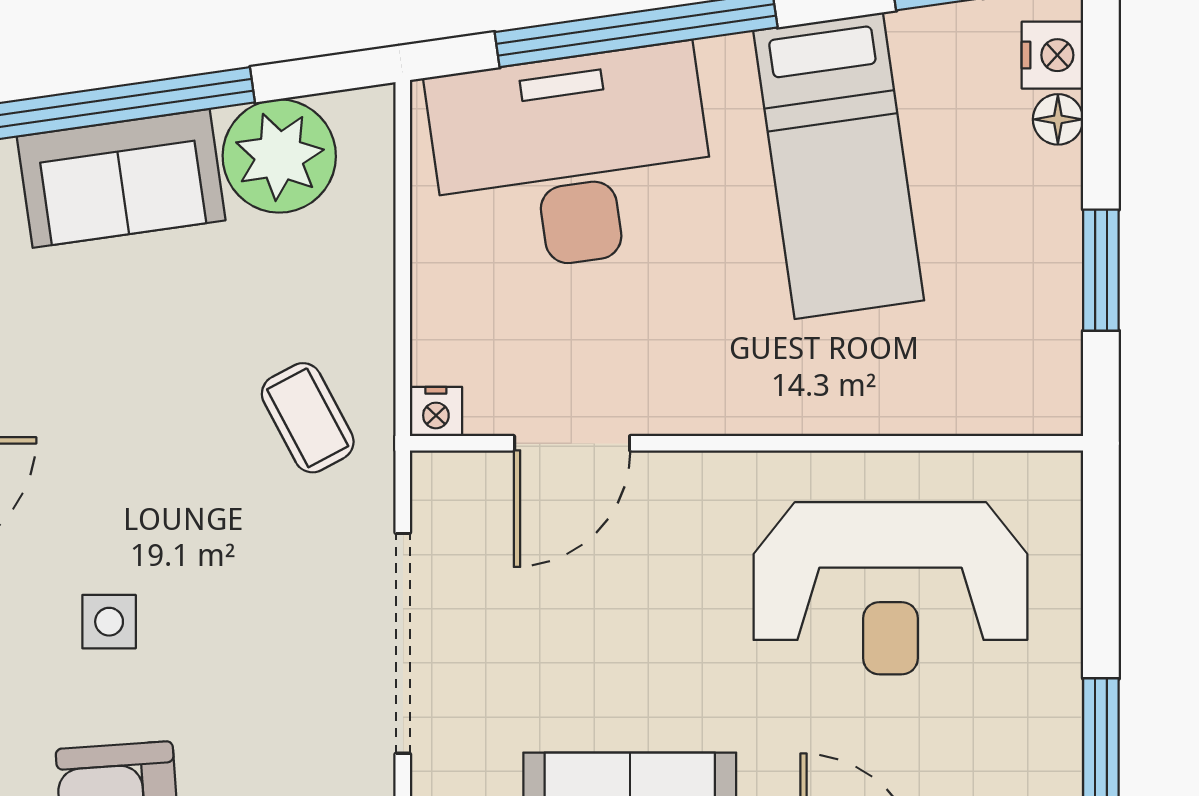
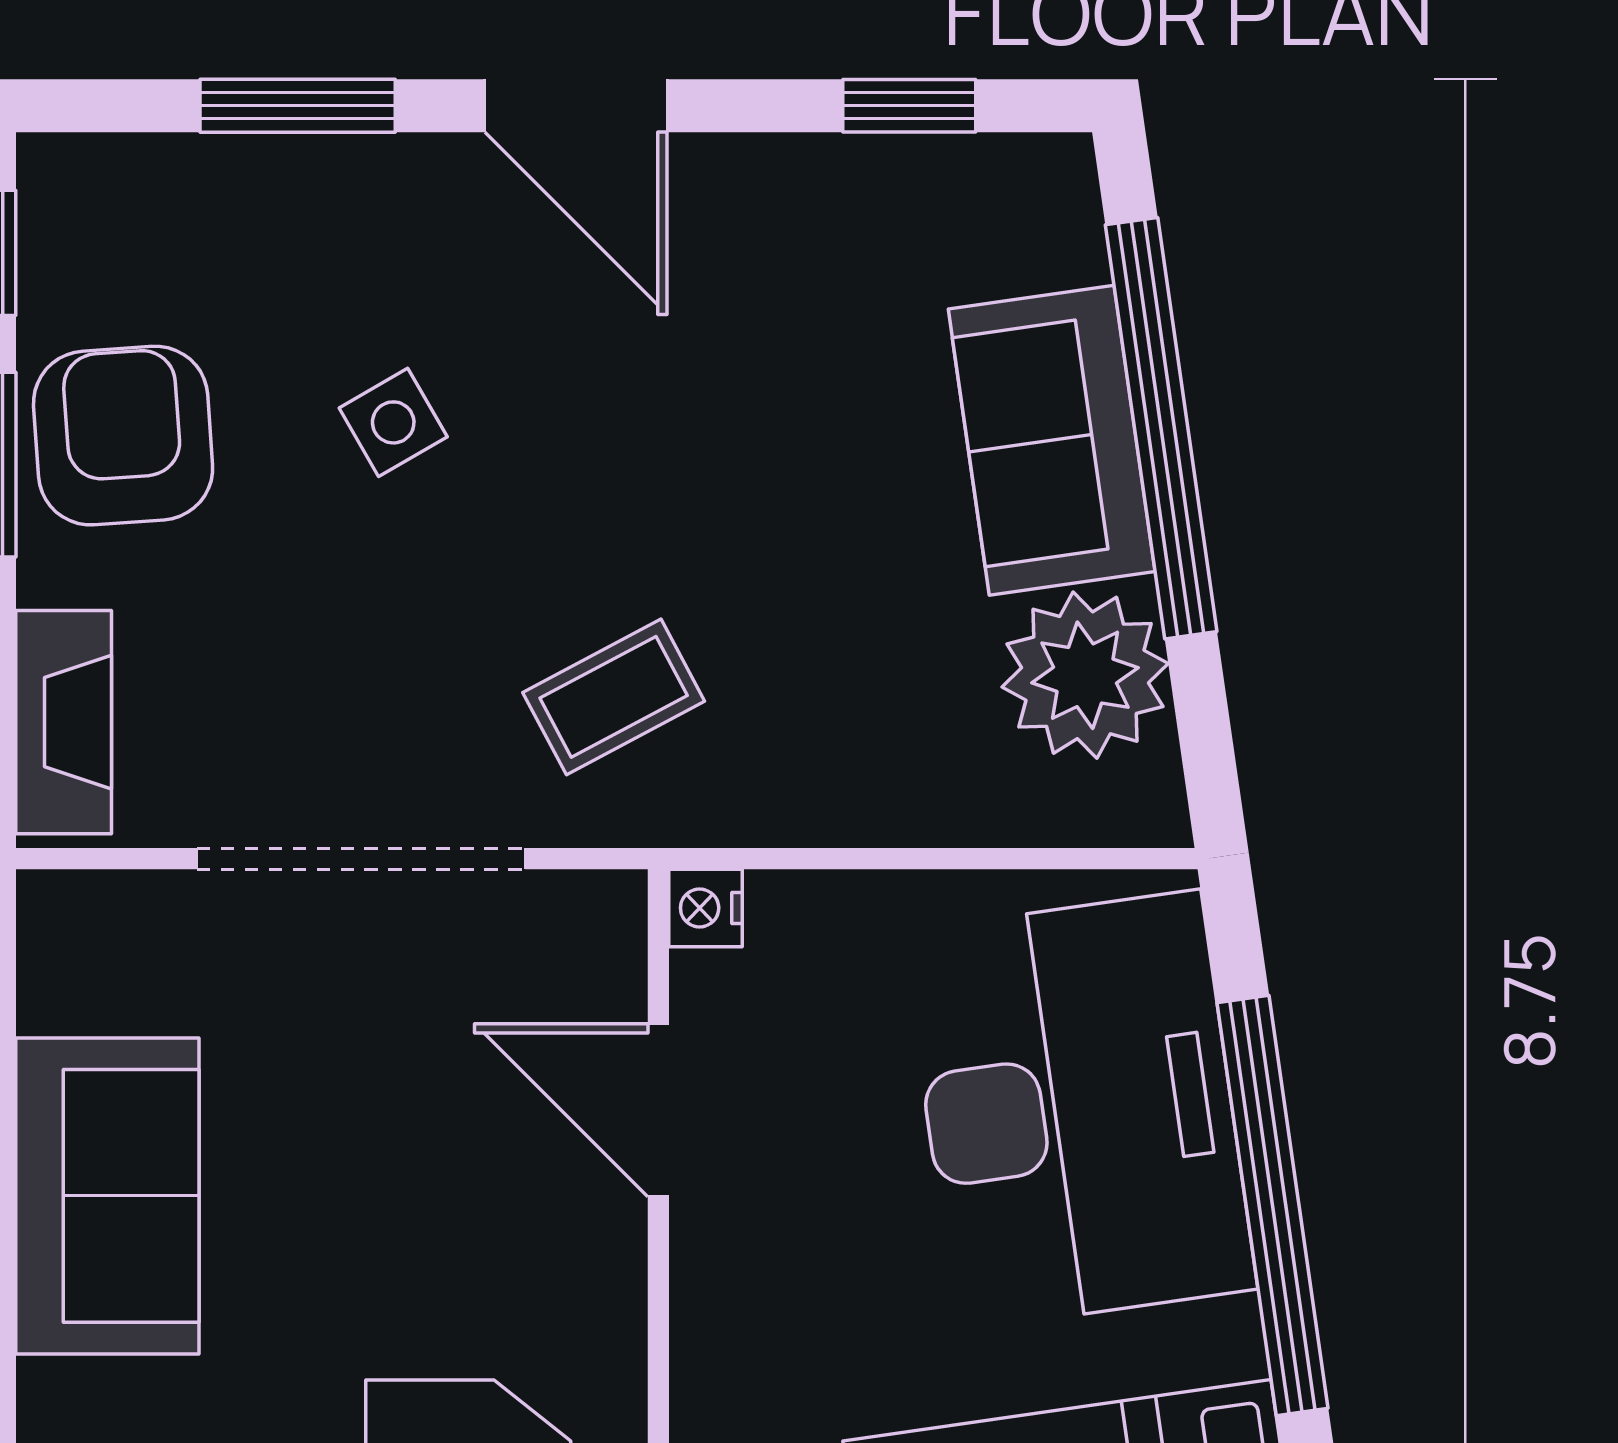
coffee table: (308, 418) -> (614, 697), moved
side table: (109, 622) -> (393, 422), turned -30

